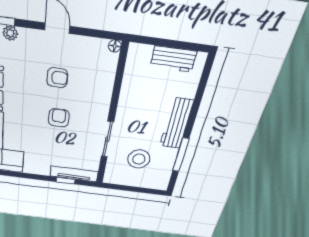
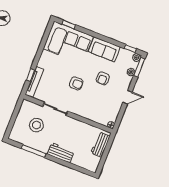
workbench: (173, 59) -> (100, 144), moved
armchair: (57, 78) -> (103, 78), moved
workbench: (176, 124) -> (61, 153), width x0.73

